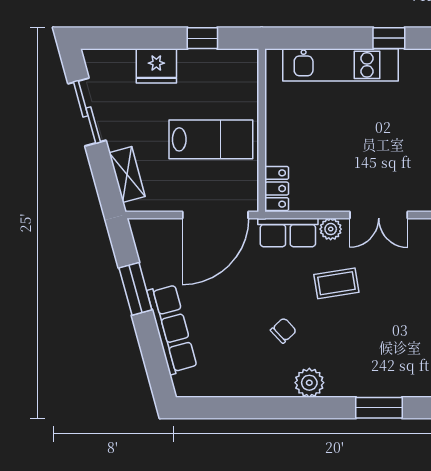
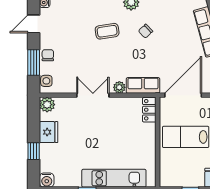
coffee table: (336, 283) -> (107, 31), moved

